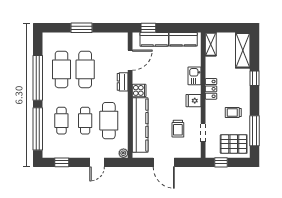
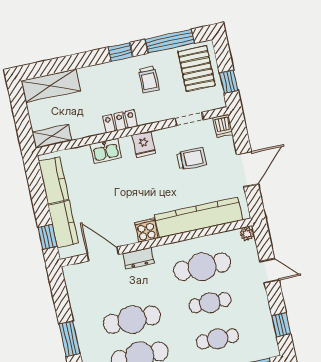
window: (255, 78) -> (121, 52), moved
dishwasher: (194, 153) -> (223, 126), added

